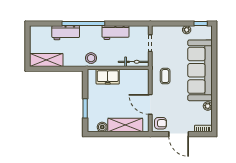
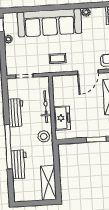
bicycle: (134, 62) -> (46, 107), moved

